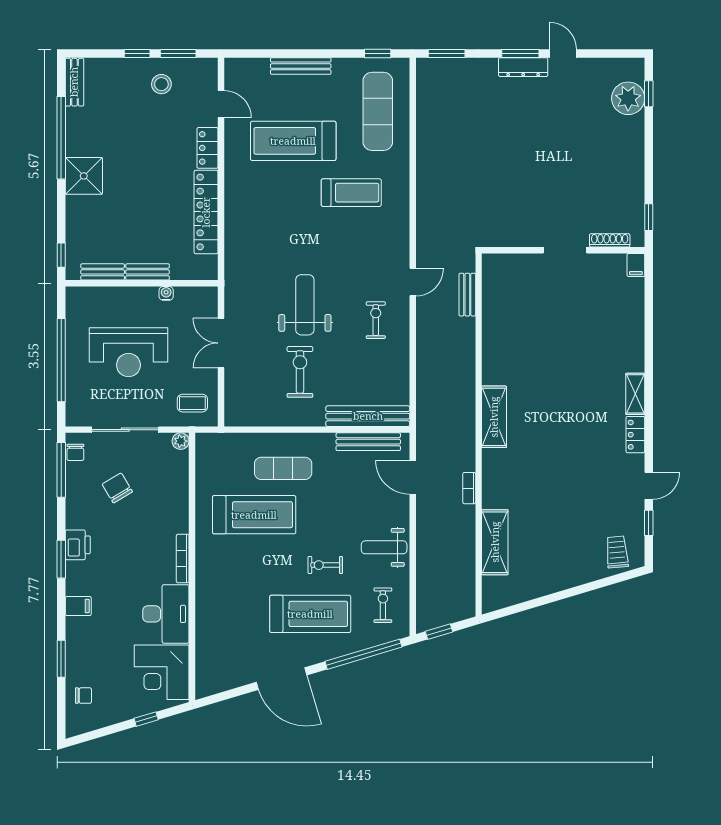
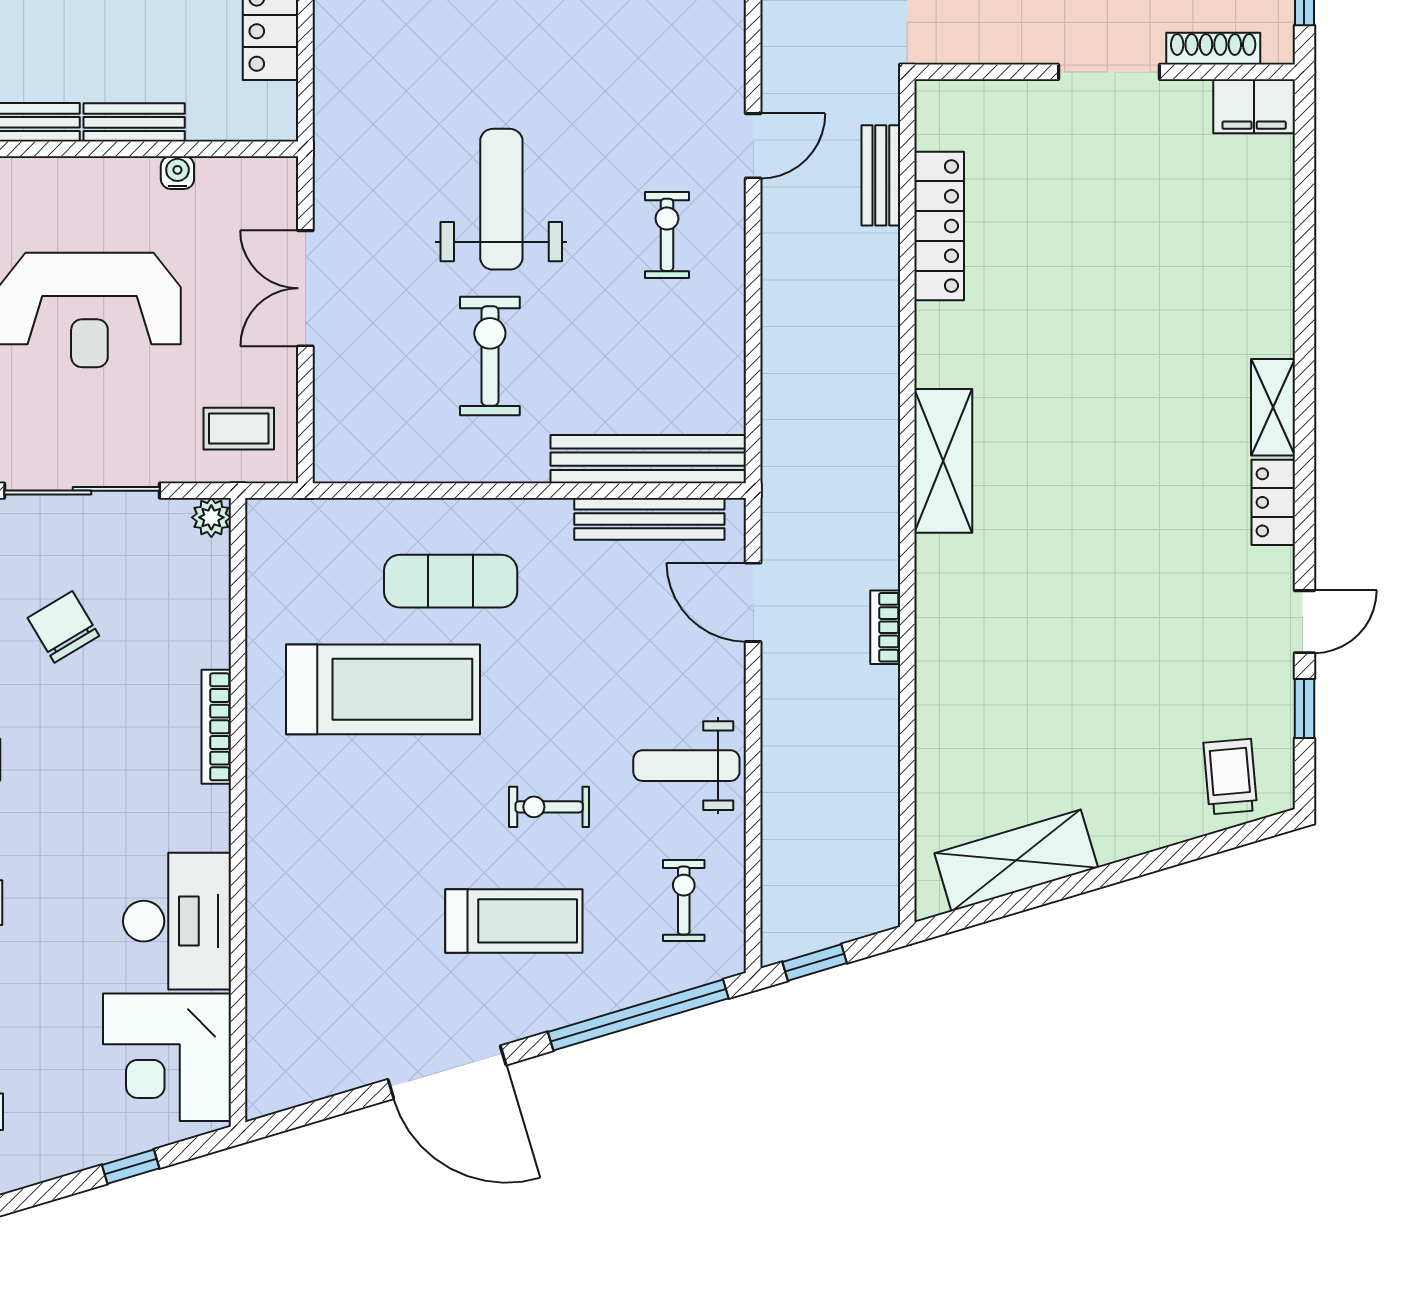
filing cabinet: (636, 265) -> (1254, 106), width x2.00
locker: (492, 316) -> (939, 226), added
shelving: (495, 542) -> (1016, 860), moved, turned 73
bookcase: (183, 559) -> (216, 727), moved
treadmill: (310, 614) -> (514, 921), width x0.73, depth x0.73

